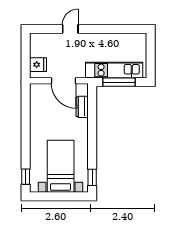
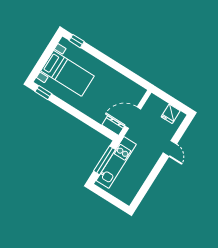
fridge: (38, 65) -> (171, 114), moved
dresser: (82, 107) -> (113, 126), moved

